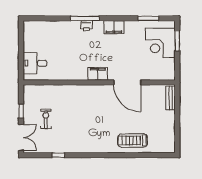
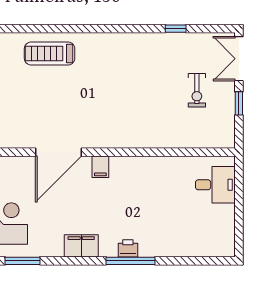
filing cabinet: (98, 74) -> (100, 167), width x0.50
door: (127, 82) -> (59, 152), swing flipped
treadmill: (133, 140) -> (50, 53), turned 180

